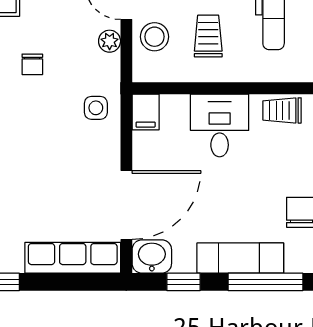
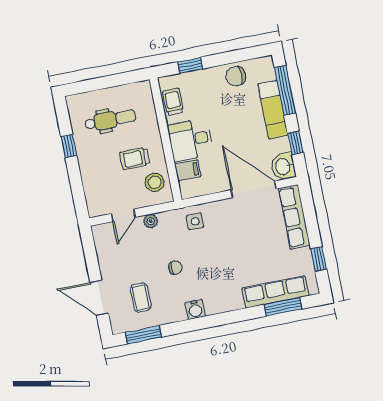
stool: (155, 37) -> (155, 182), moved
trolley: (282, 110) -> (173, 102), turned 180
filing cabinet: (146, 112) -> (188, 170), moved

